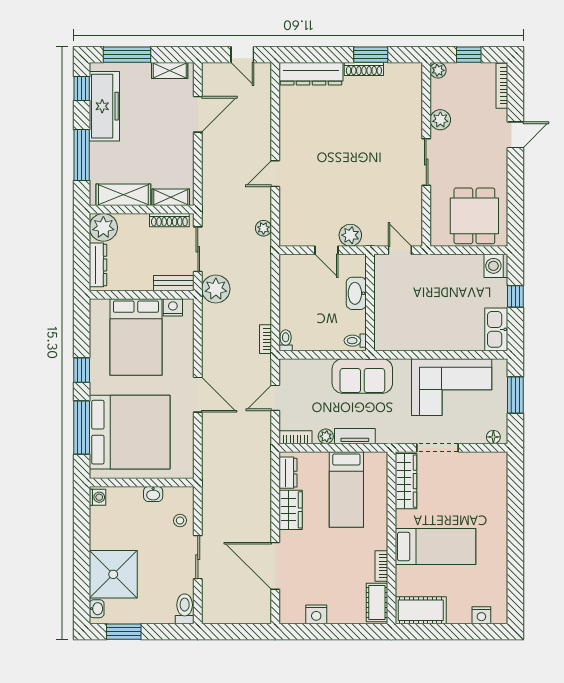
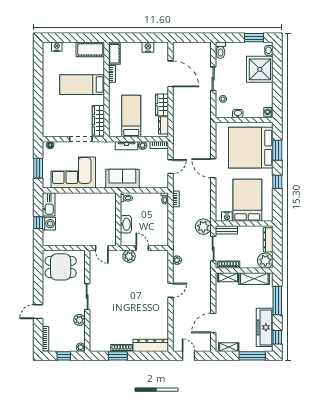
dining table: (474, 216) -> (61, 267), turned 90
washing machine: (496, 266) -> (49, 224), moved
window: (82, 428) -> (277, 150), width x0.69

